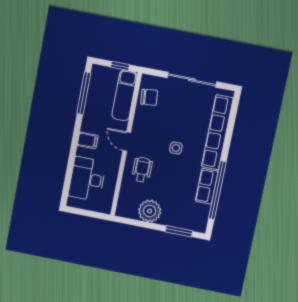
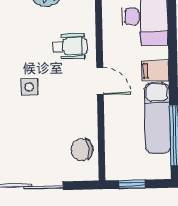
exam couch: (124, 95) -> (157, 118), moved, turned 180
wheelchair: (142, 170) -> (70, 46), turned -90

